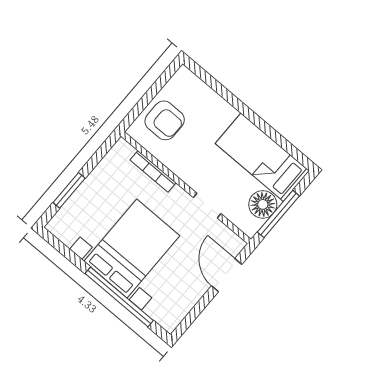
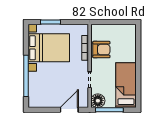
armchair: (165, 120) -> (101, 50), moved, turned -90
floor lamp: (263, 204) -> (98, 101), moved
bed with nightstands: (132, 249) -> (49, 48), moved

